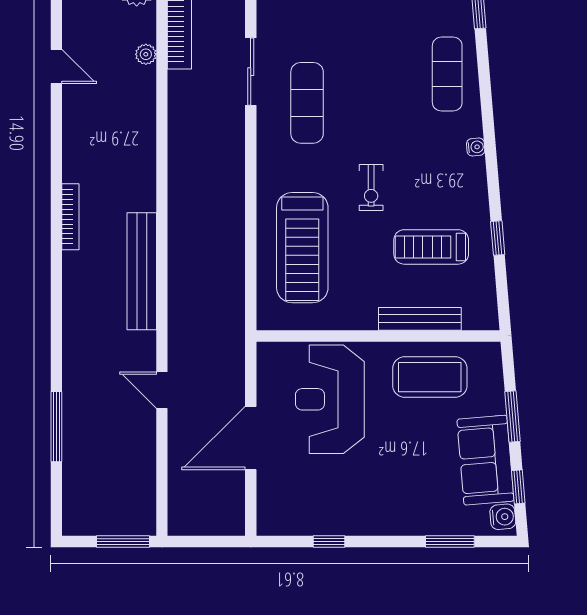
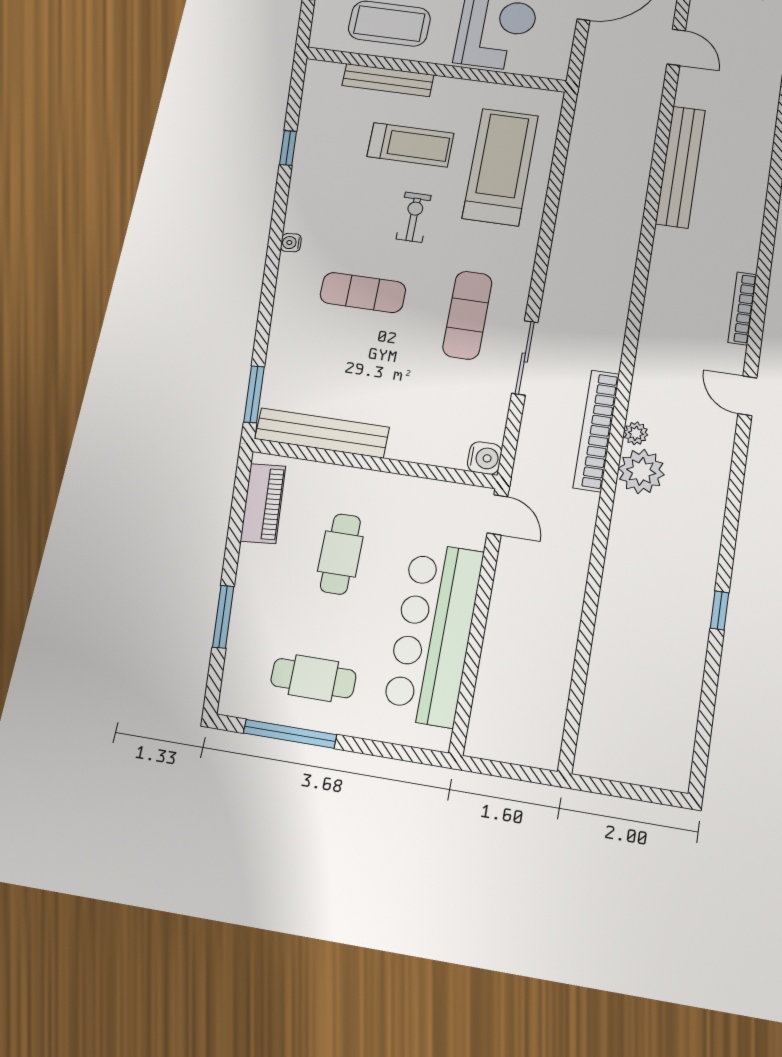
plant: (146, 54) -> (636, 433), moved
exercise mat: (447, 74) -> (363, 293), moved, turned 90
bookcase: (70, 217) -> (742, 308), moved
treadmill: (431, 247) -> (410, 145), moved

